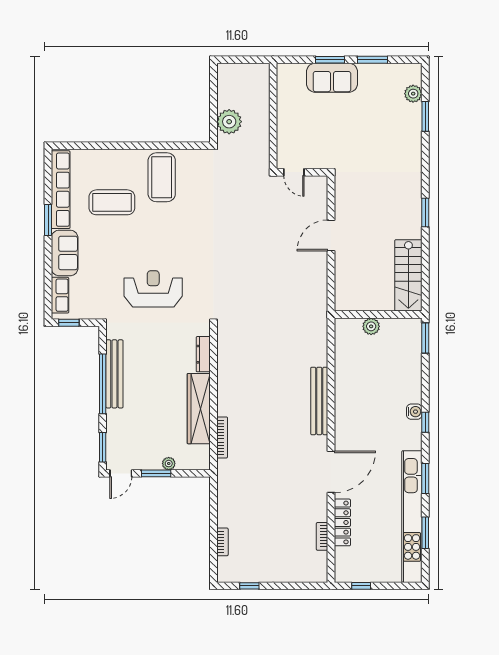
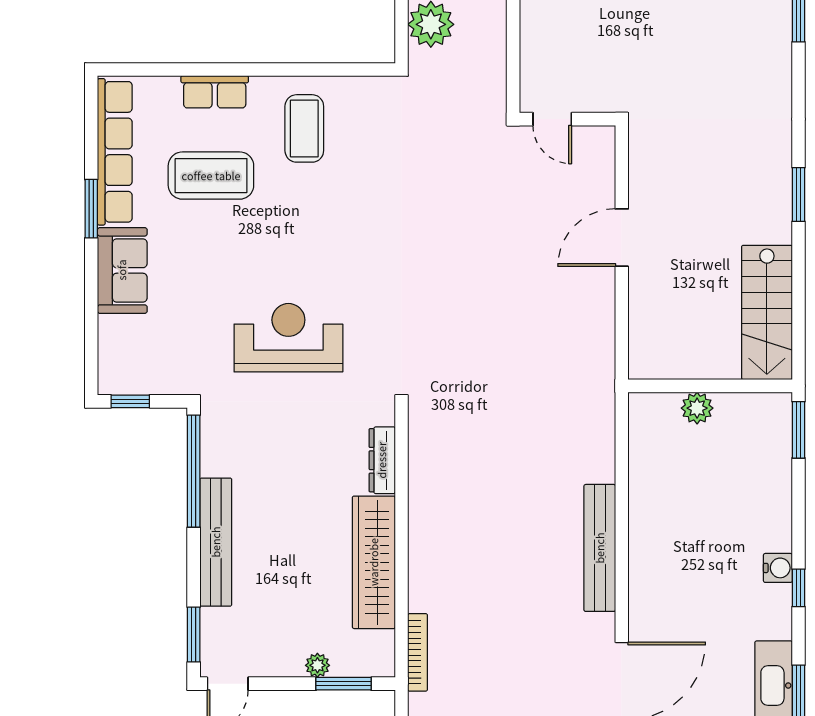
coffee table: (162, 177) -> (304, 128), width x0.73, depth x0.76
row of seats: (60, 295) -> (215, 92), moved, turned 90
bench: (114, 374) -> (216, 542), moved
window: (103, 384) -> (194, 471), moved
bookcase: (222, 437) -> (418, 652), moved
window: (156, 473) -> (344, 684), moved

